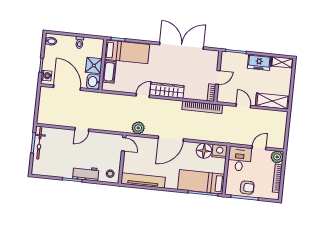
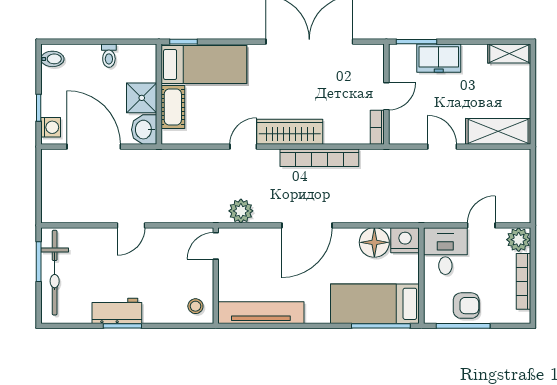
freezer: (259, 62) -> (439, 58), moved
bookcase: (202, 107) -> (319, 158), moved
bicycle: (39, 143) -> (55, 273), width x1.37, depth x1.40
door: (124, 144) -> (216, 246), swing flipped
workbench: (86, 174) -> (117, 311), moved

